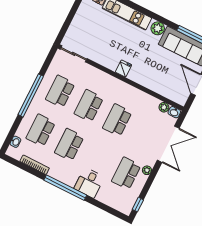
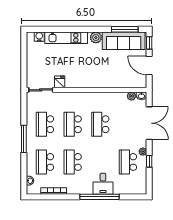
fridge: (124, 68) -> (60, 82), moved
window: (31, 95) -> (24, 139), width x0.68
window: (65, 188) -> (100, 197), moved
window: (138, 205) -> (149, 161), moved

